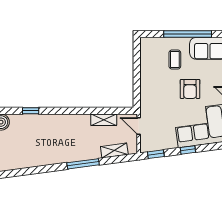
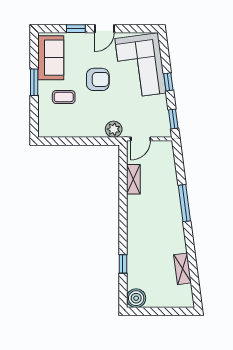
window: (188, 34) -> (34, 82), width x0.47
plant: (147, 103) -> (114, 129), added
shelving: (114, 150) -> (182, 269), moved

